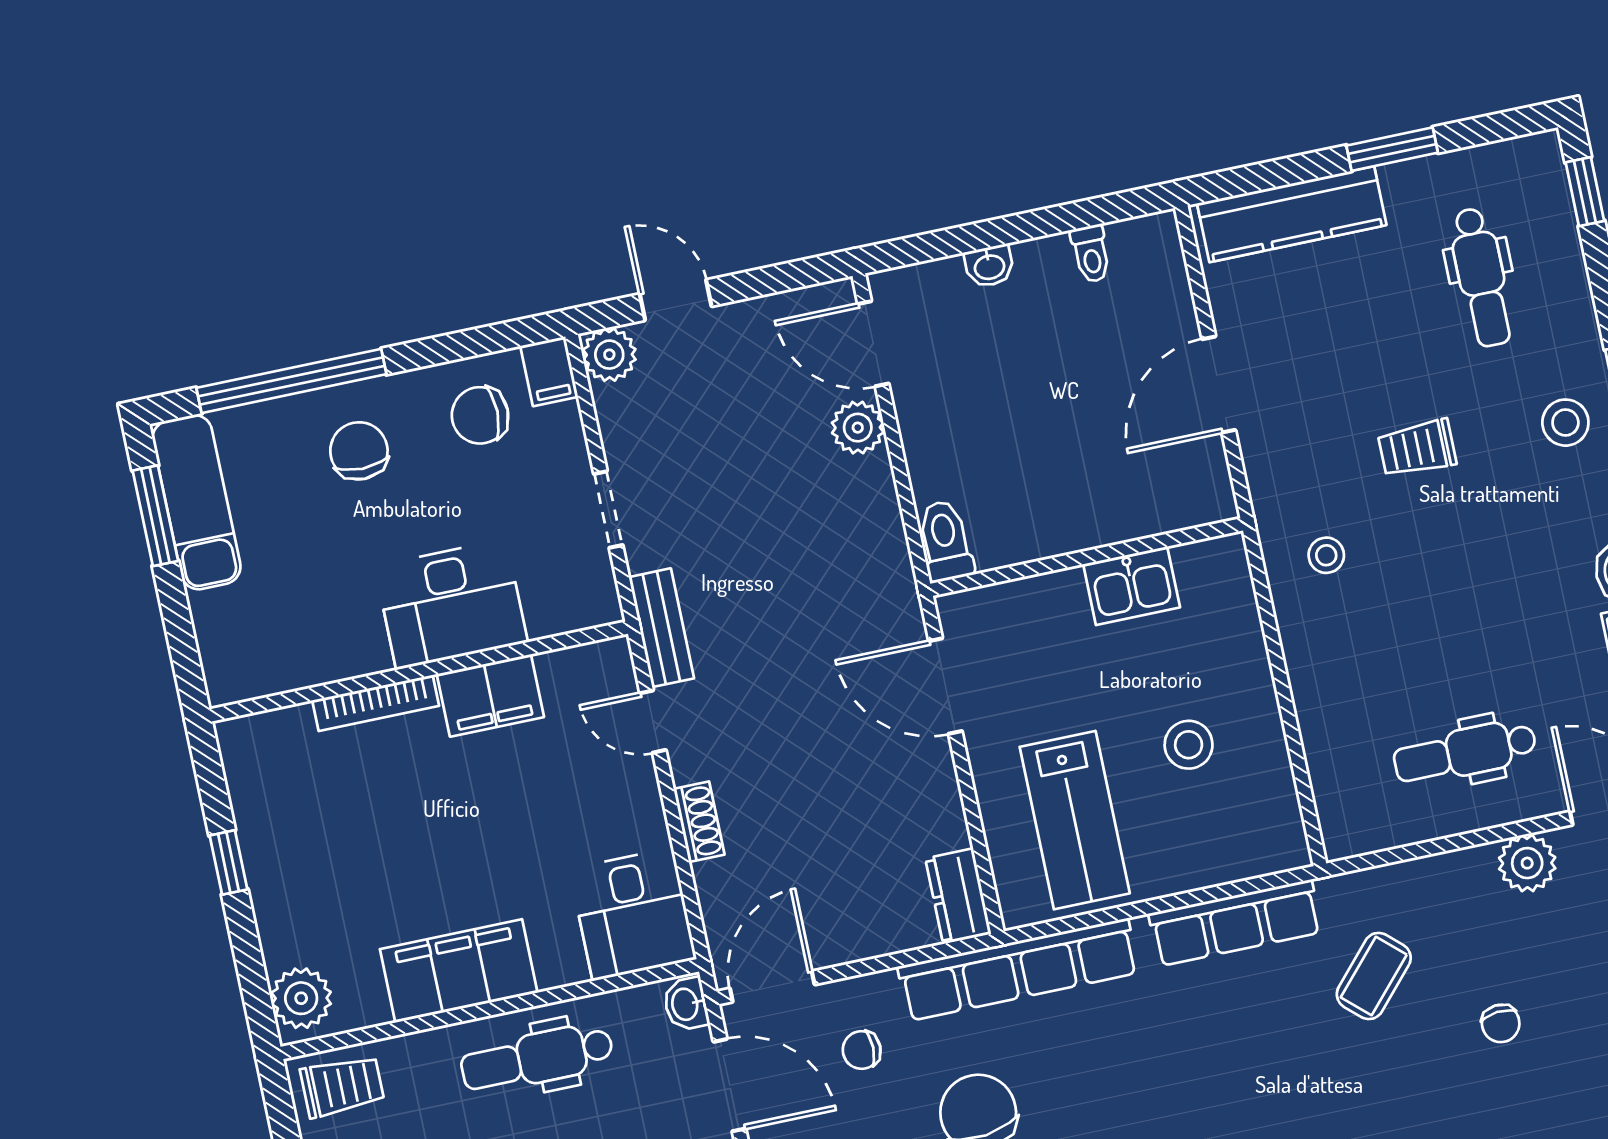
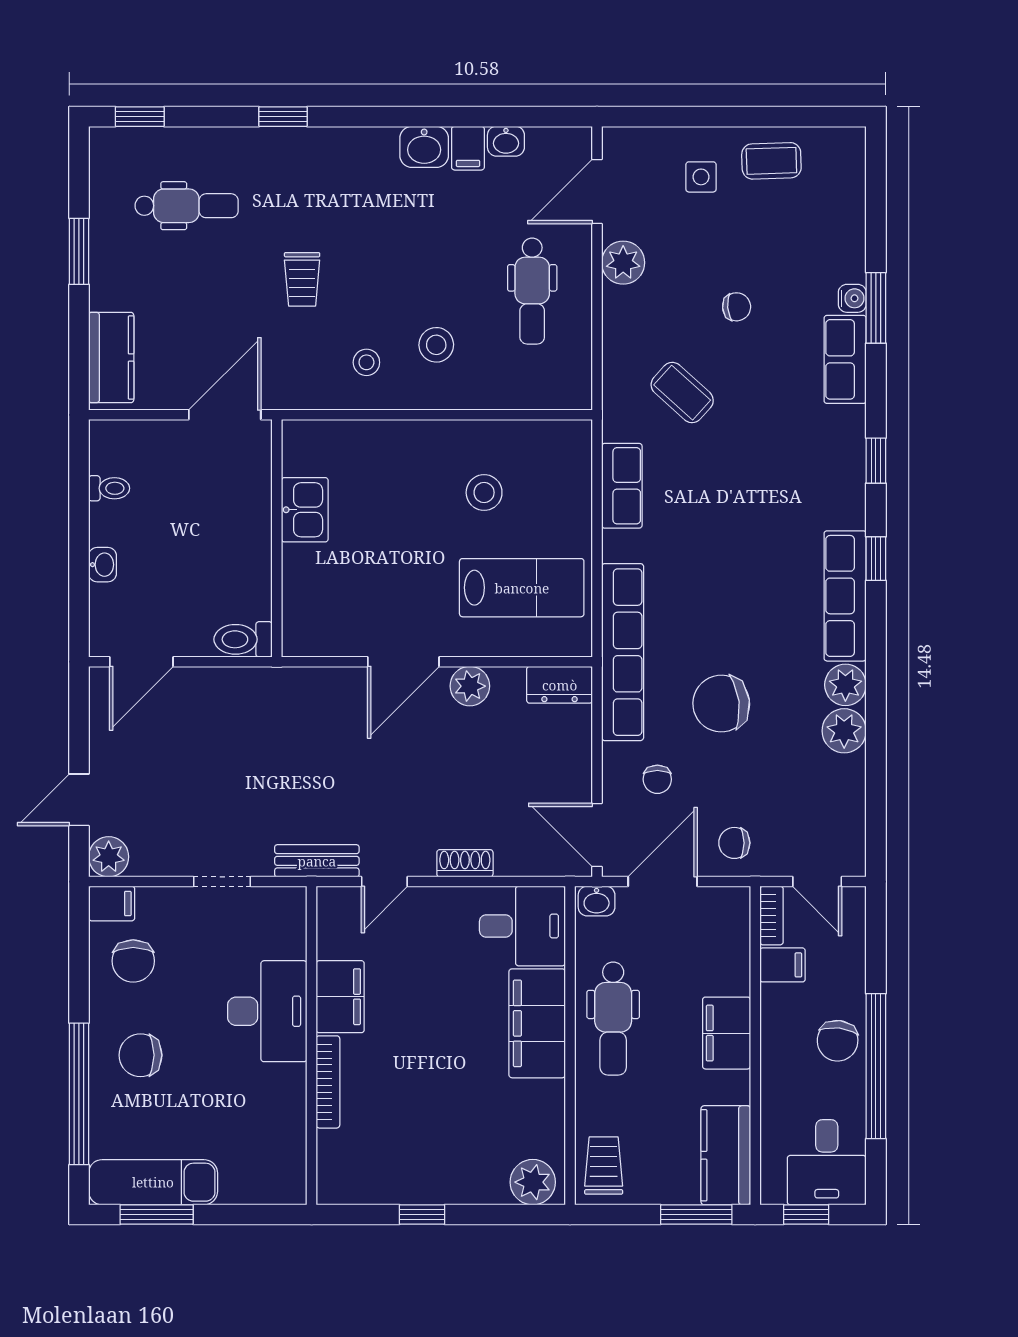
kitchen counter: (1292, 214) -> (111, 358), width x0.67
door: (1219, 385) -> (225, 415), swing flipped
stool: (1565, 423) -> (436, 345), moved
plant: (858, 428) -> (470, 686), moved
toilet: (945, 541) -> (243, 639), moved
wall: (1087, 557) -> (277, 538), moved
kitchen sink: (1132, 586) -> (305, 510), moved
row of seats: (1235, 923) -> (622, 486), width x0.68
filing cabinet: (459, 971) -> (537, 1023), moved

